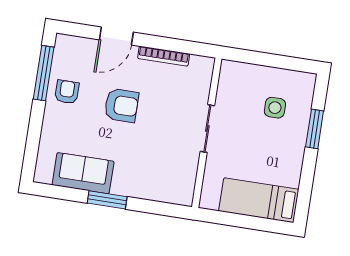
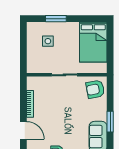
armchair: (121, 105) -> (95, 89), moved, turned -101
bed: (259, 200) -> (93, 42), width x1.50

